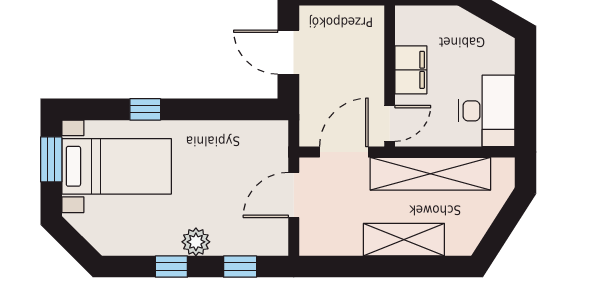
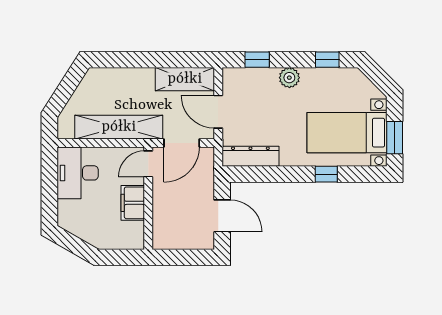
dresser: (249, 134) -> (250, 156), added
door: (294, 195) -> (218, 112), swing flipped
shelving: (404, 240) -> (185, 79), moved
window: (171, 267) -> (327, 60), moved

